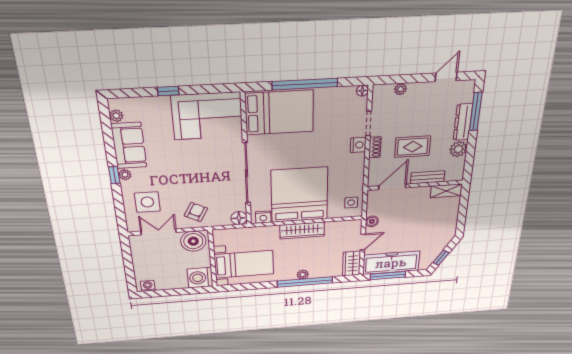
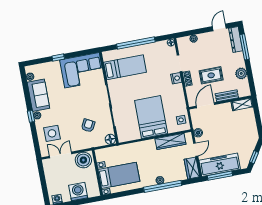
bed: (280, 113) -> (125, 67), width x0.67
dresser: (463, 122) -> (236, 40), moved
bed: (299, 195) -> (151, 117), width x0.73
armchair: (196, 212) -> (88, 126), moved
nightstand: (263, 217) -> (126, 137), removed
wardrobe: (302, 231) -> (170, 141), moved
washing machine: (200, 278) -> (78, 192), moved, turned 90

